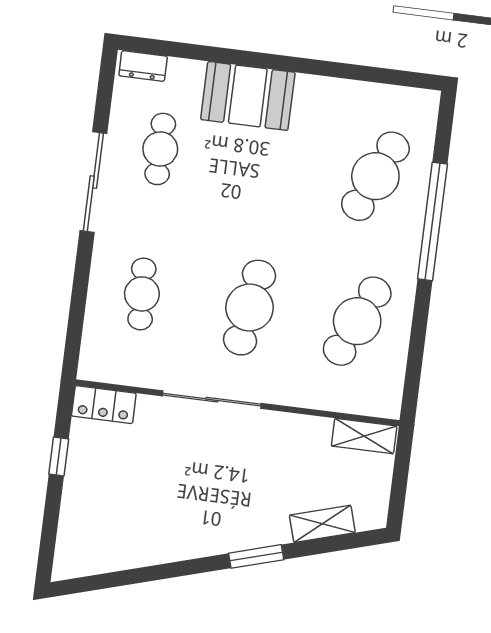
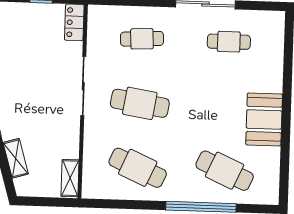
dresser: (143, 66) -> (277, 27), removed
booth: (248, 96) -> (264, 119), moved

